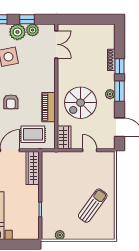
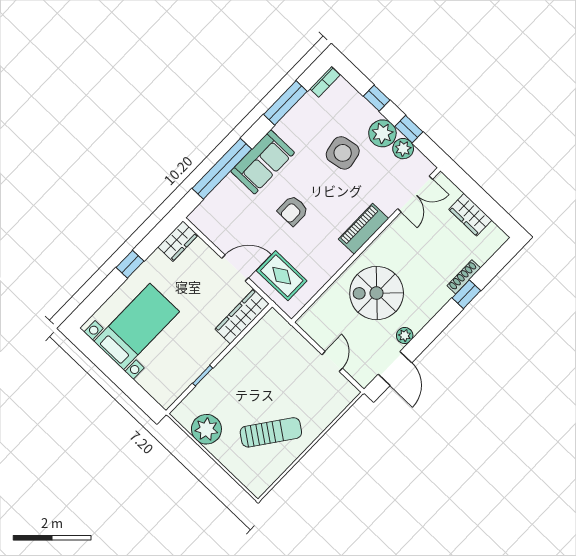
window: (119, 91) -> (437, 325), removed
plant: (110, 94) -> (405, 335), moved
piano: (49, 107) -> (364, 229), moved
wardrobe: (64, 137) -> (470, 215), moved, turned 90
plant: (60, 235) -> (206, 429), width x1.88, depth x1.88

